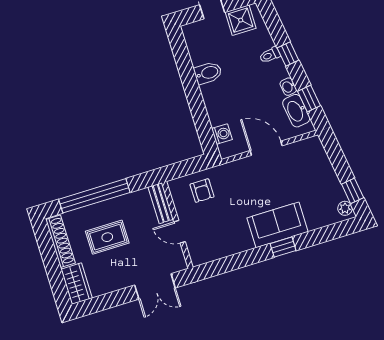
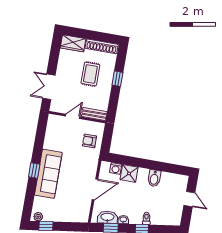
shower: (241, 20) -> (129, 173), moved
window: (94, 196) -> (117, 79), width x0.32
sofa: (278, 225) -> (48, 174), width x1.36

